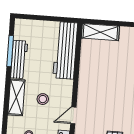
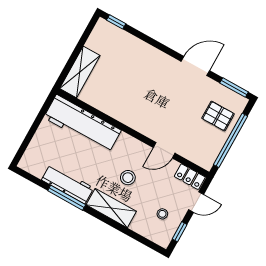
window: (10, 51) -> (67, 198), moved
door: (73, 115) -> (164, 150), hinge flipped

